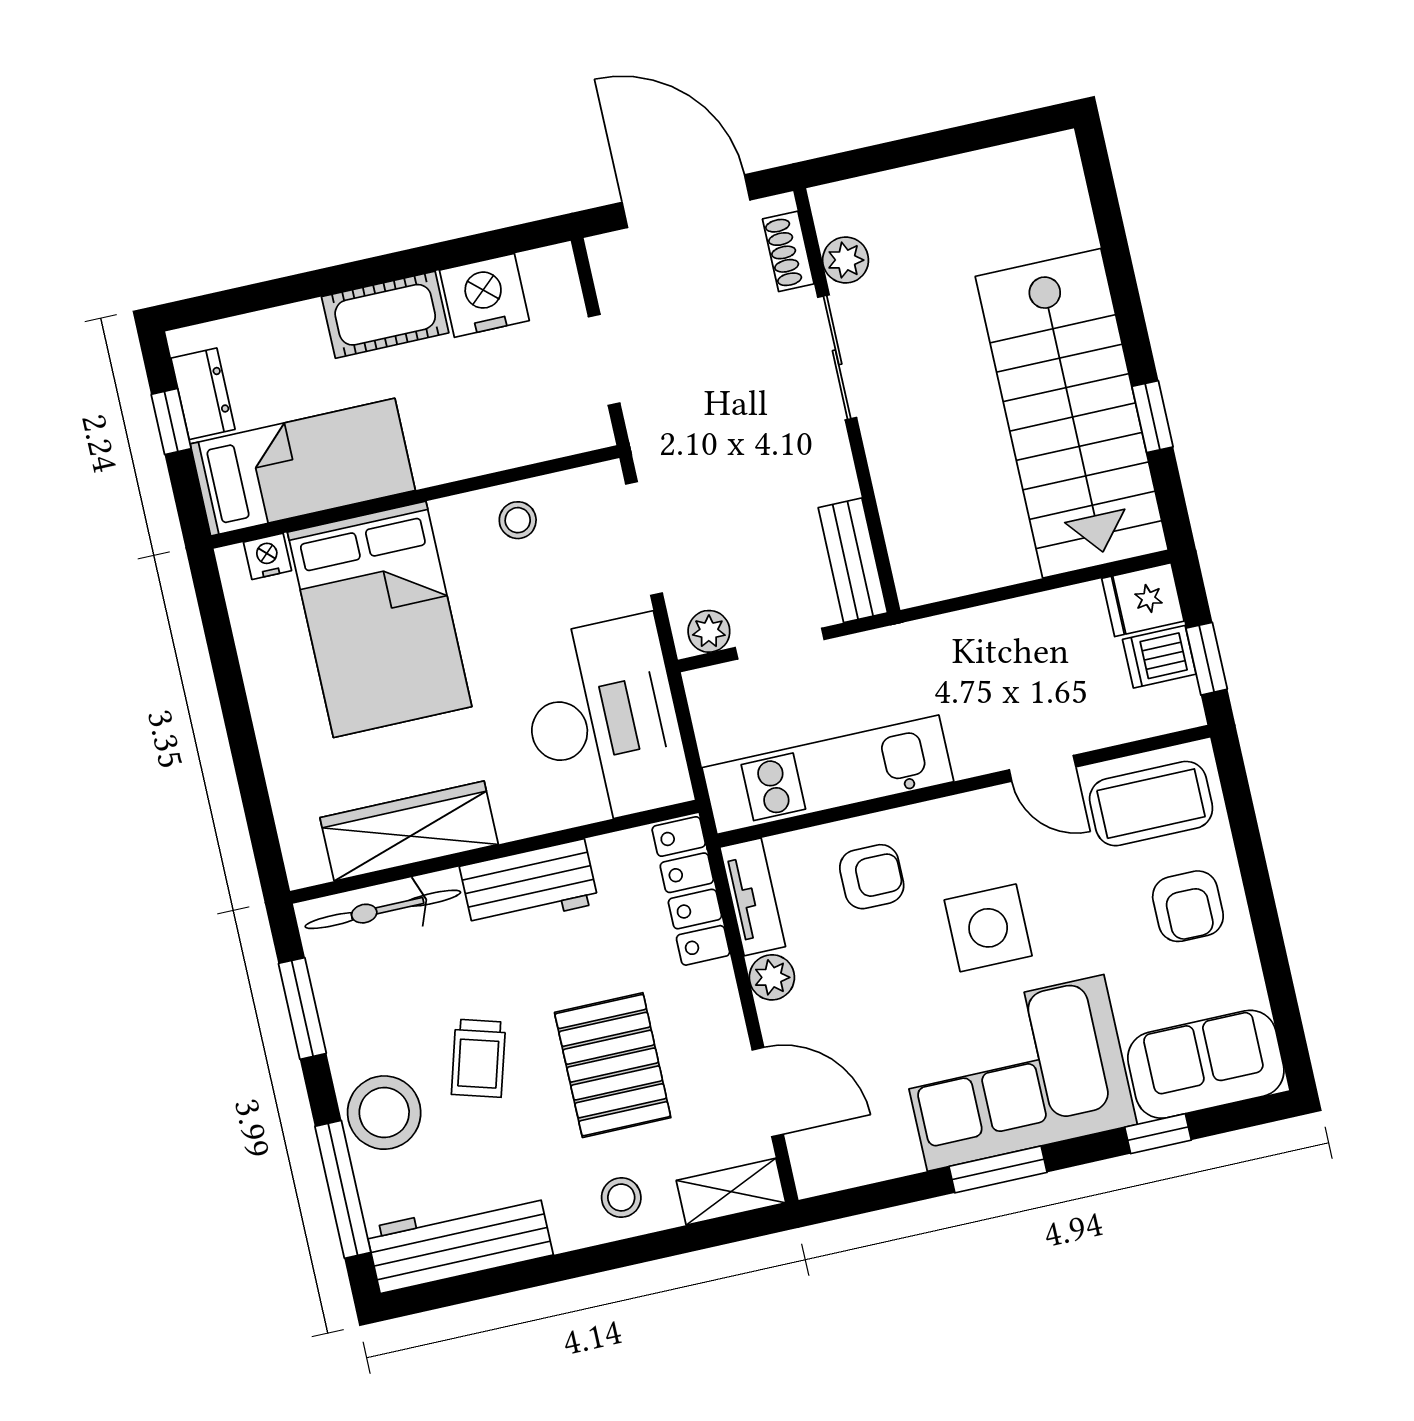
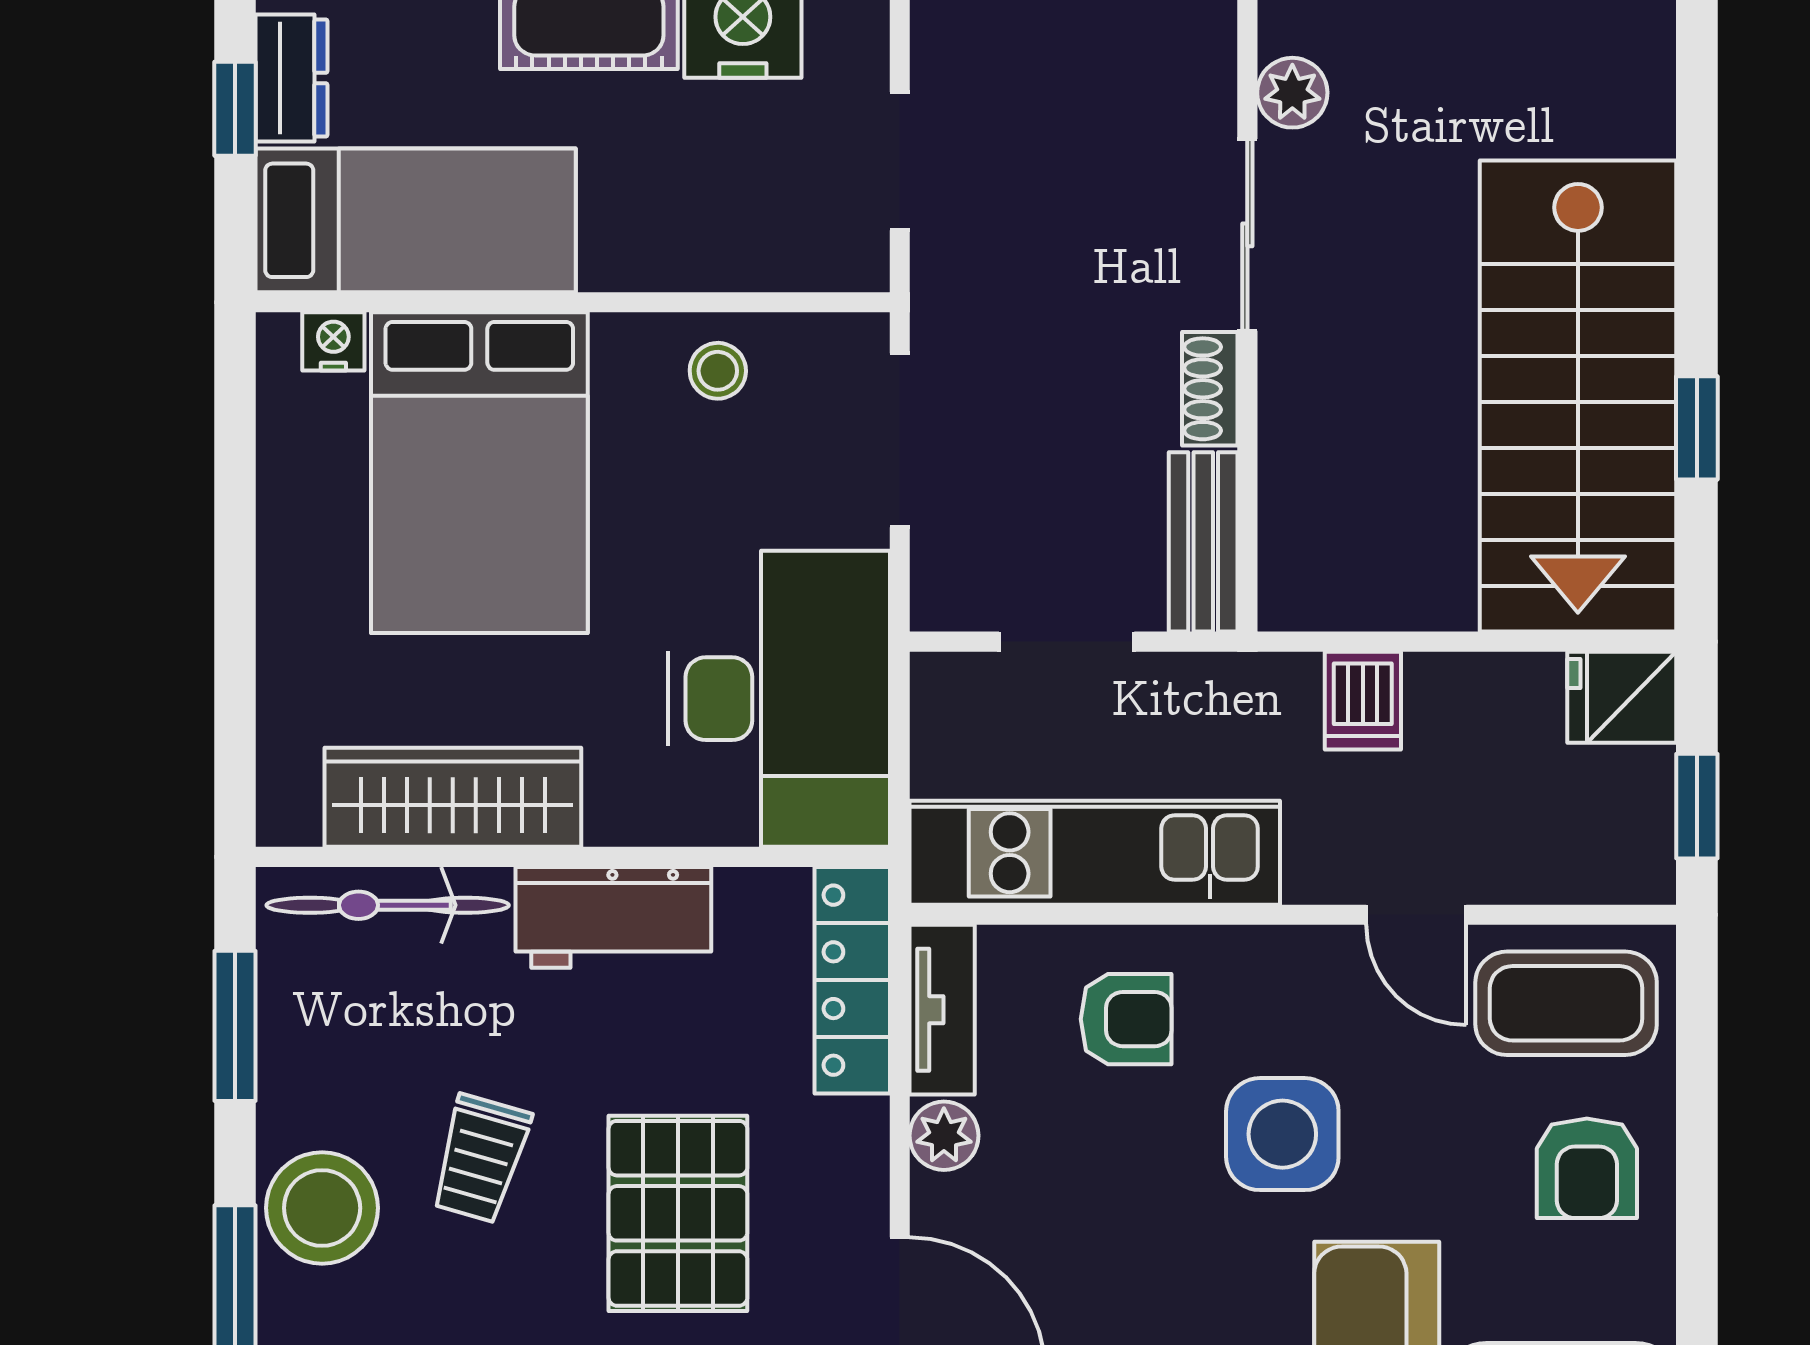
shoe rack: (788, 251) -> (1210, 389), moved
plant: (709, 631) -> (965, 600), removed
dishwasher: (1159, 657) -> (1363, 701), moved, turned -90

